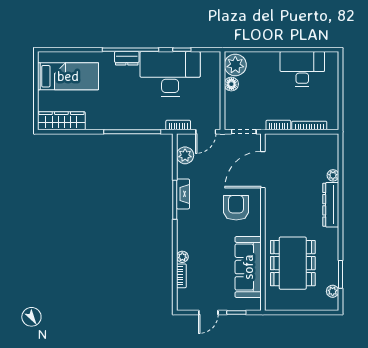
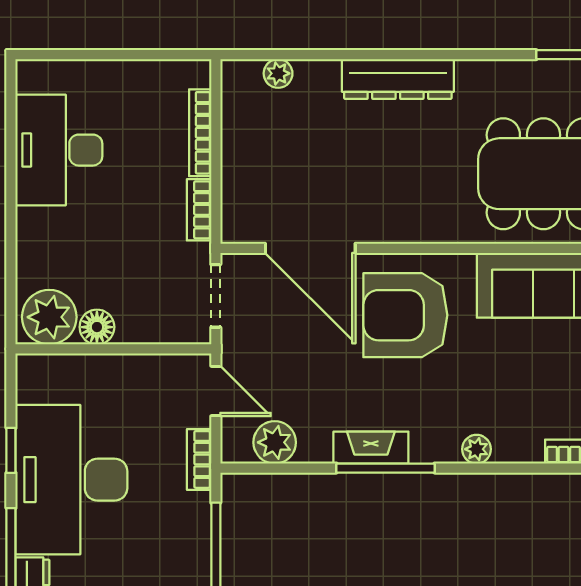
plant: (333, 175) -> (278, 73), moved
armchair: (236, 208) -> (405, 315), width x1.36, depth x1.36
plant: (182, 257) -> (477, 449), moved

